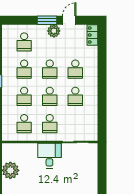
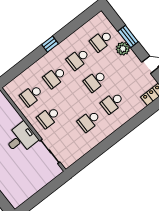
window: (47, 20) -> (128, 36), moved
plant: (54, 31) -> (123, 49), moved
school desk: (50, 96) -> (72, 99), removed

